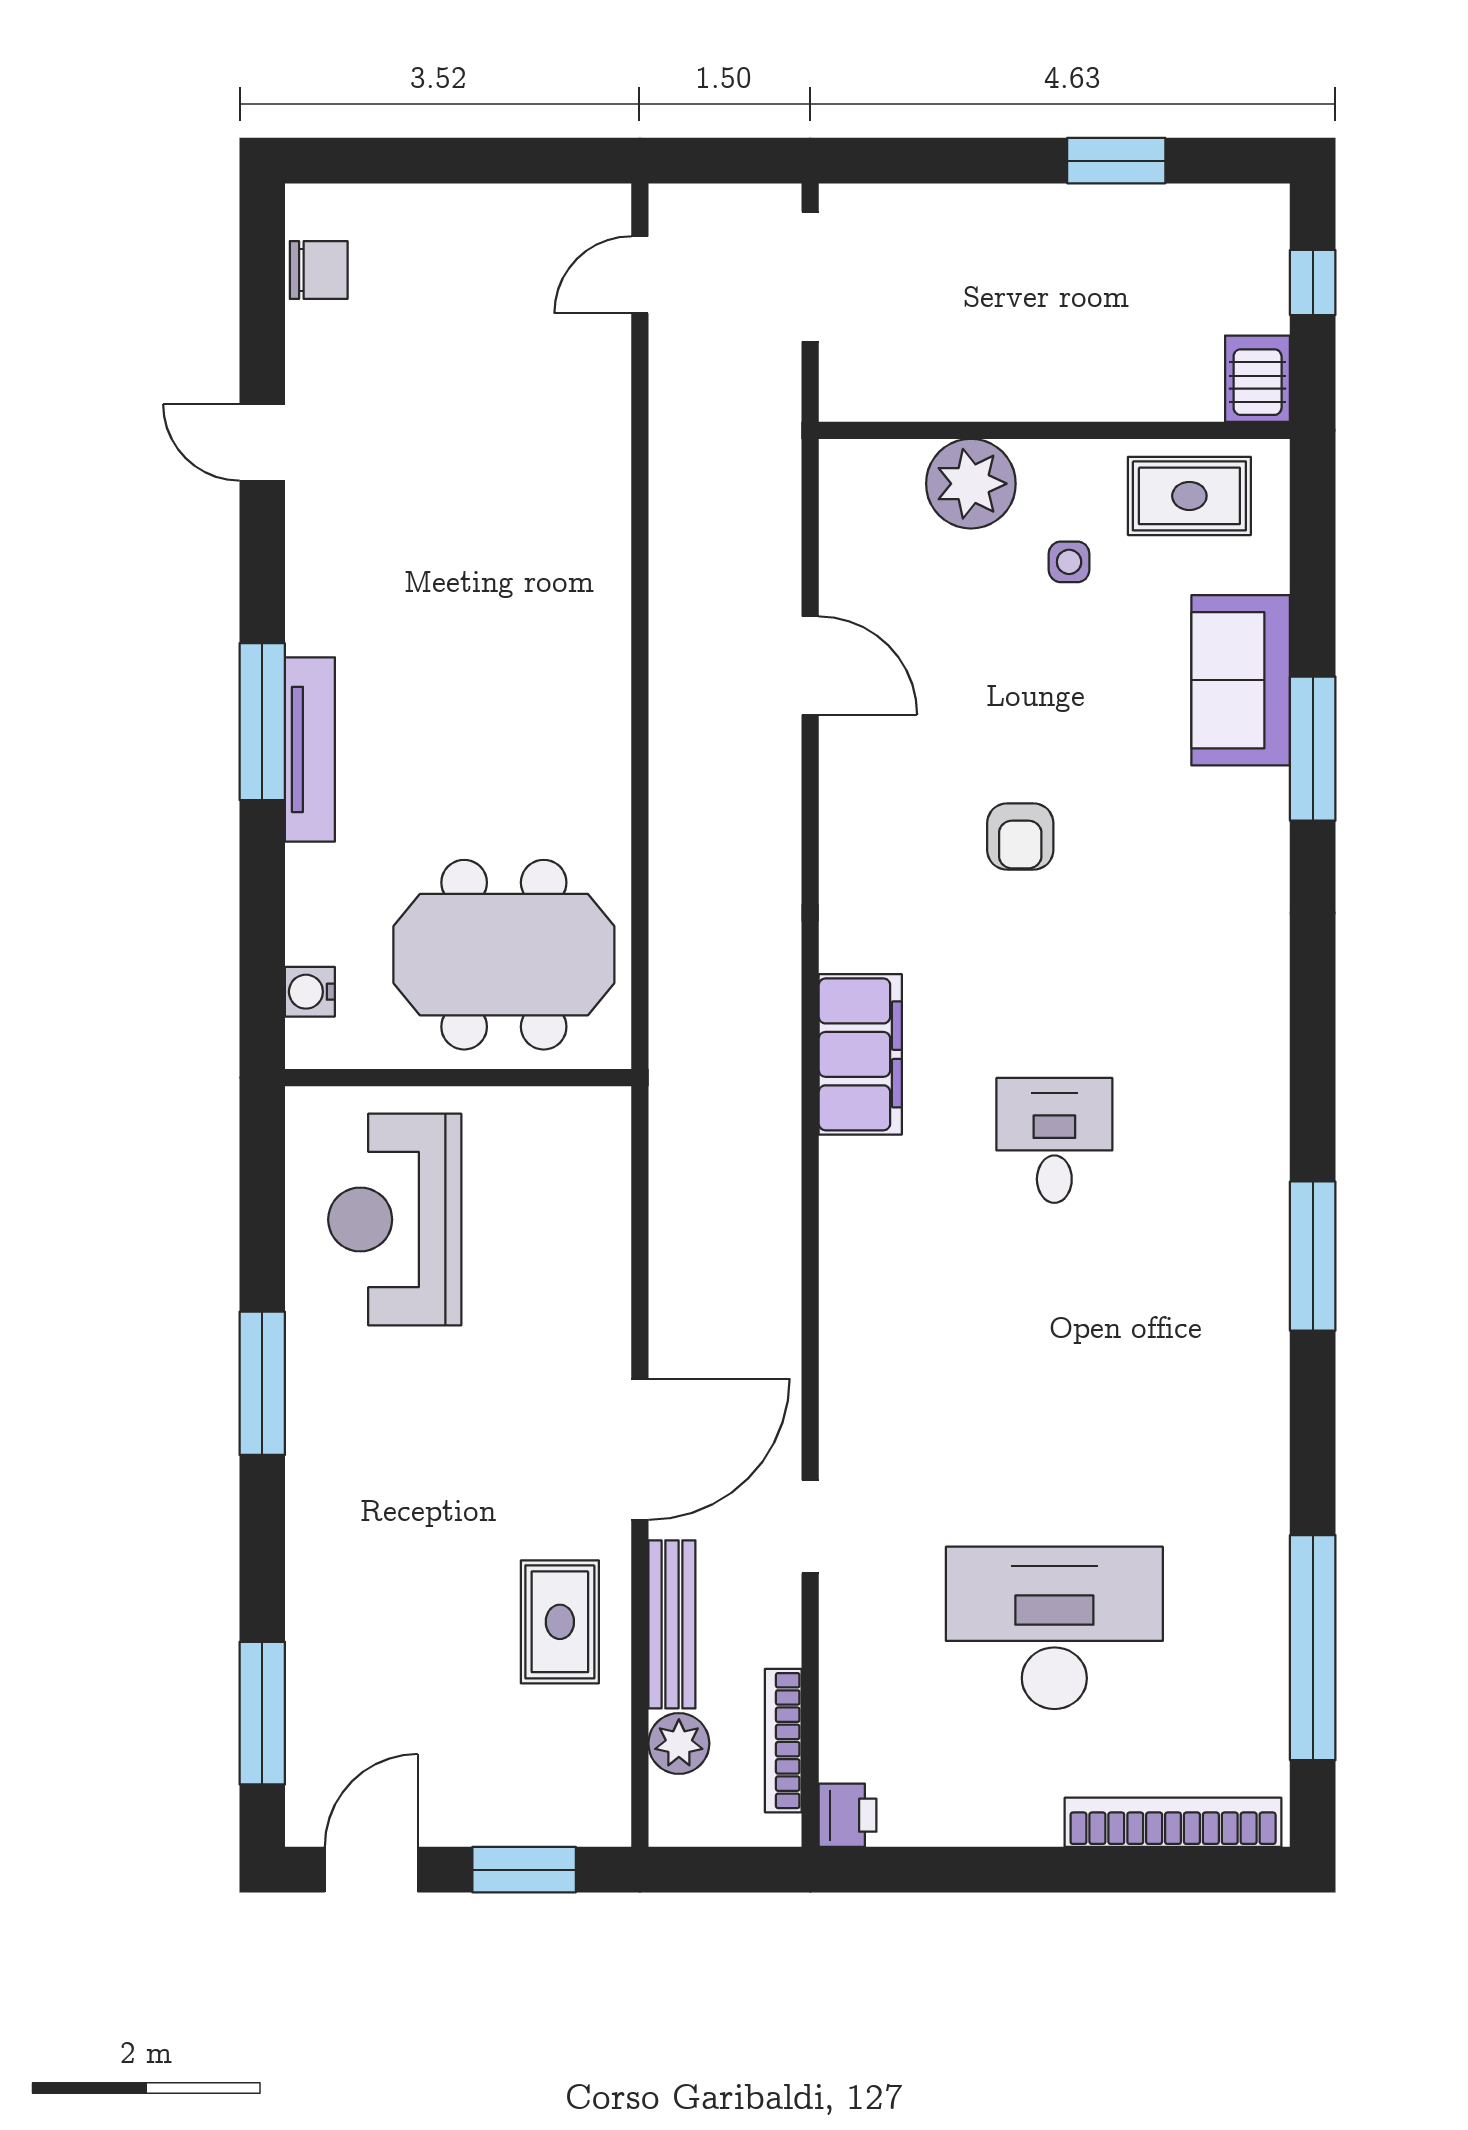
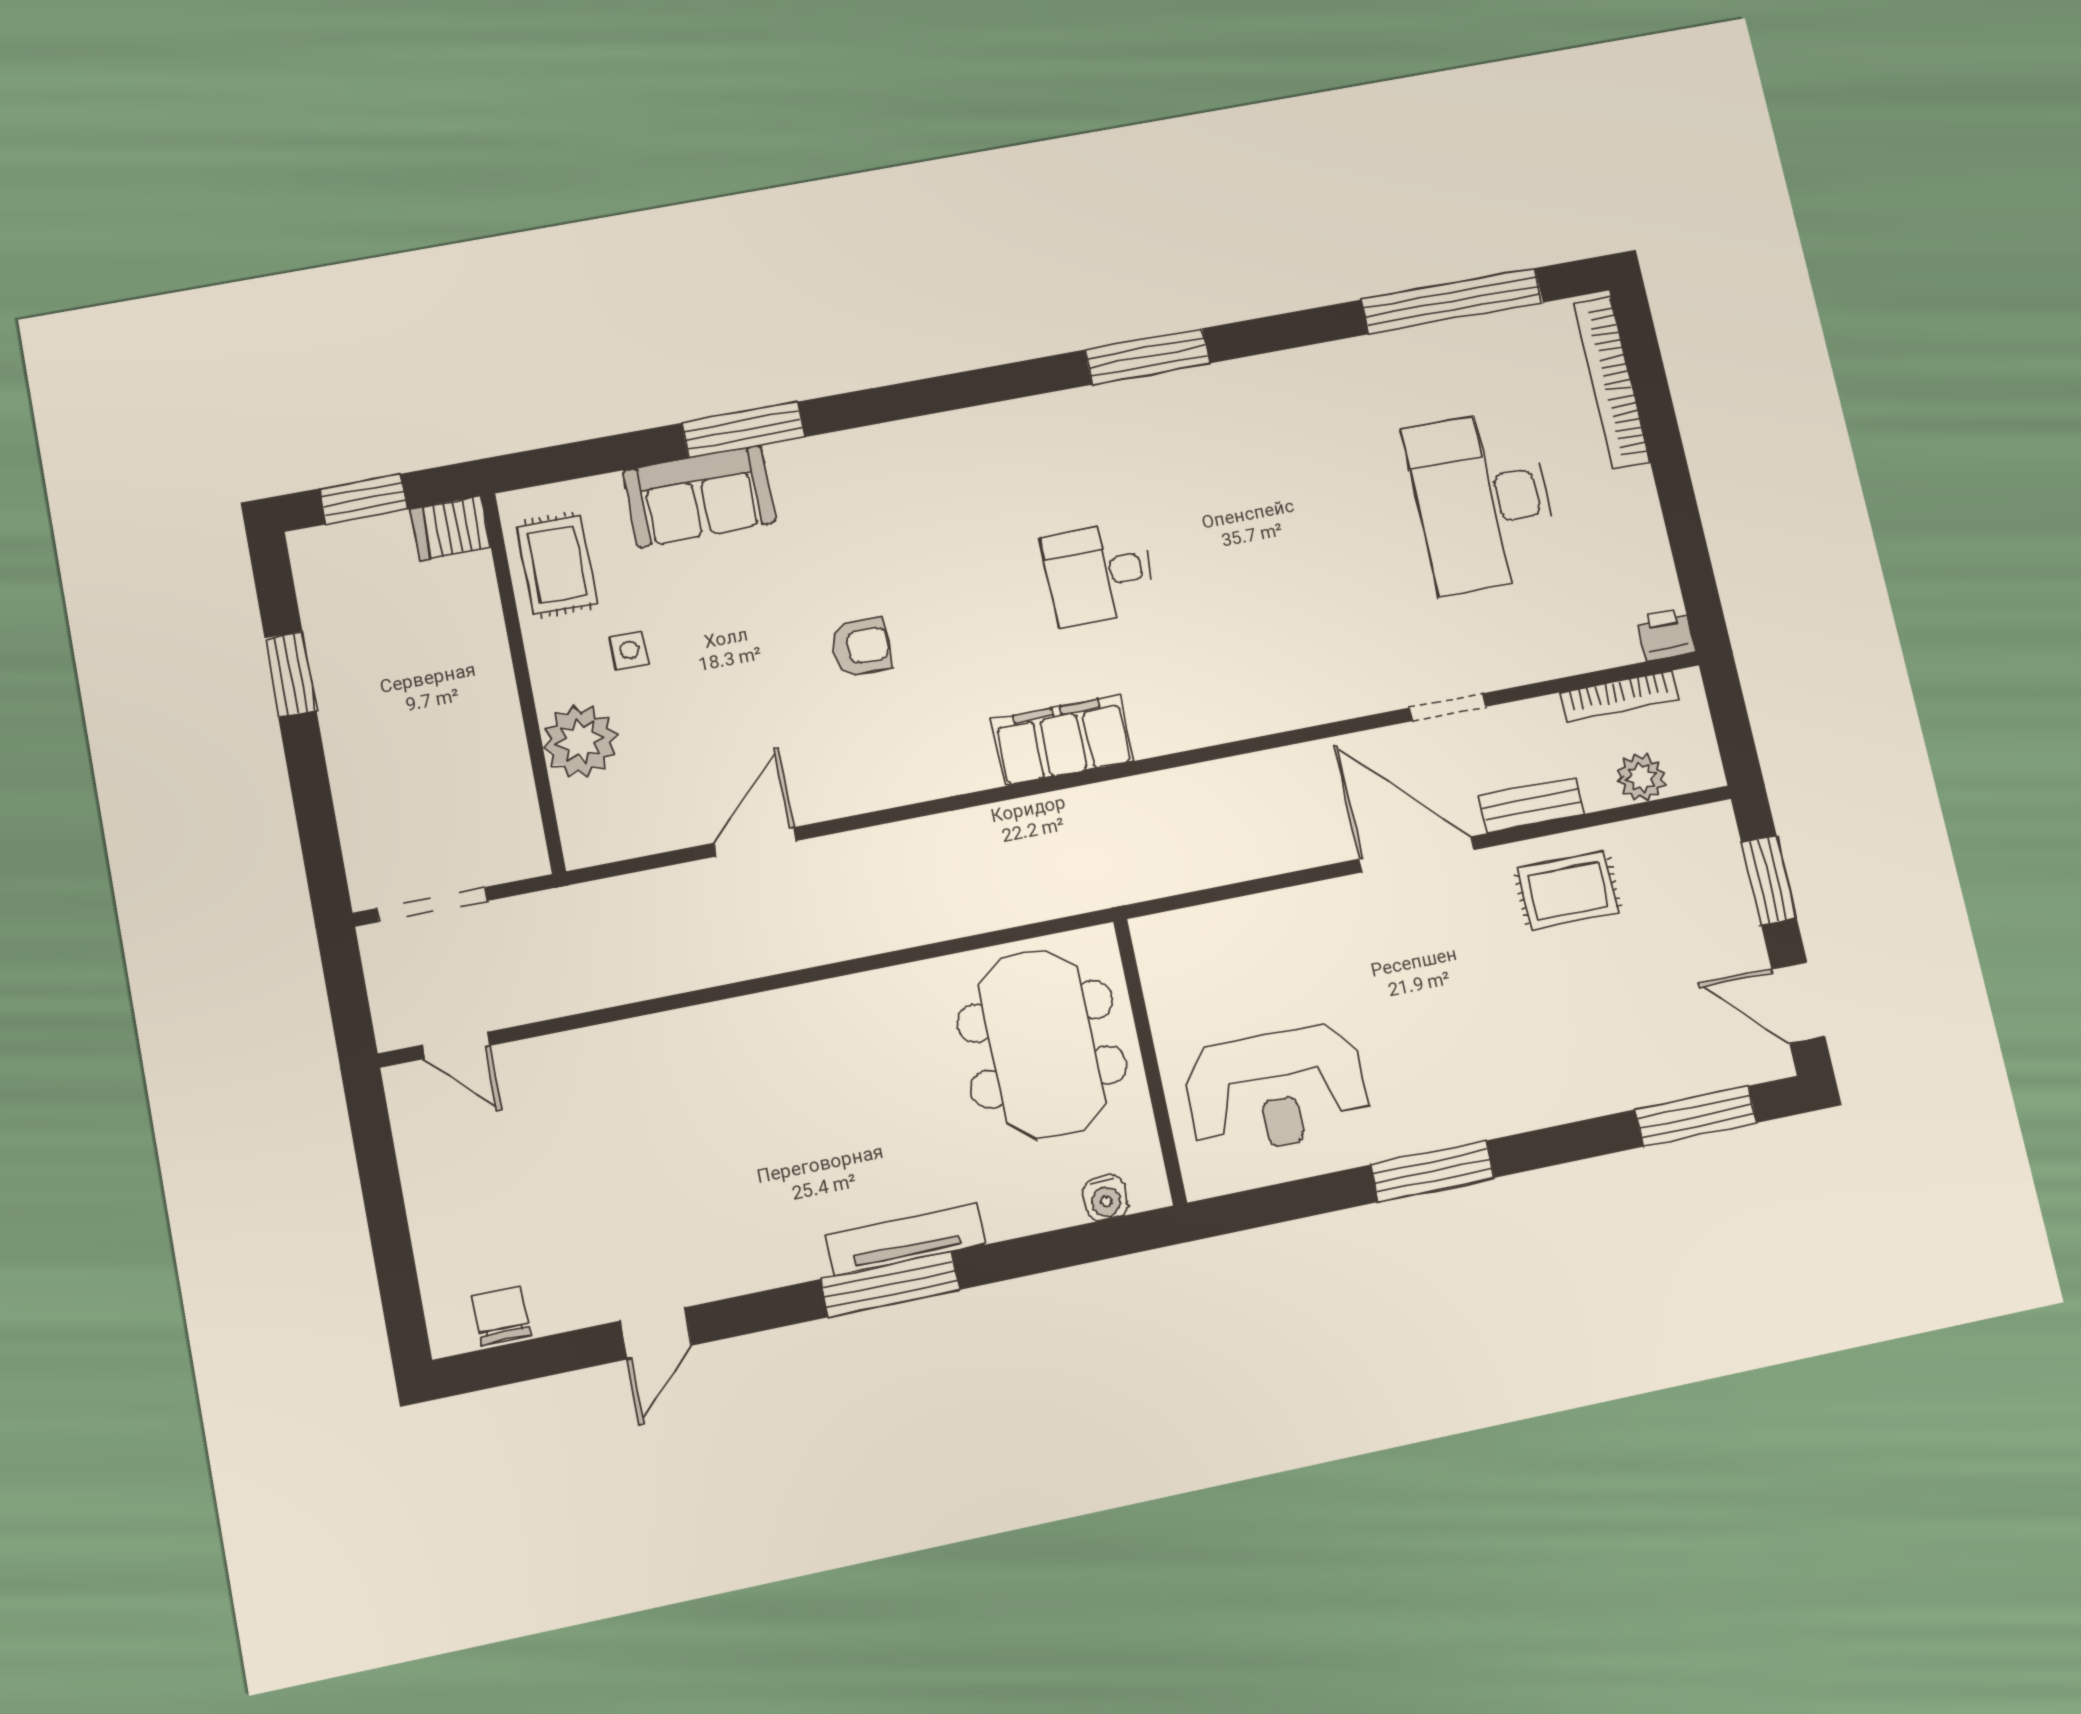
window: (1313, 282) -> (363, 499), width x1.50
bench: (672, 1624) -> (1532, 805), width x0.73

